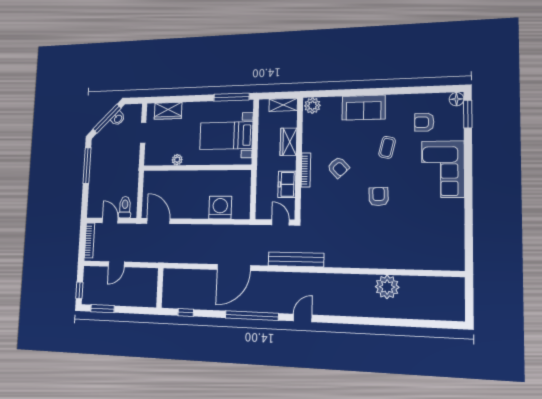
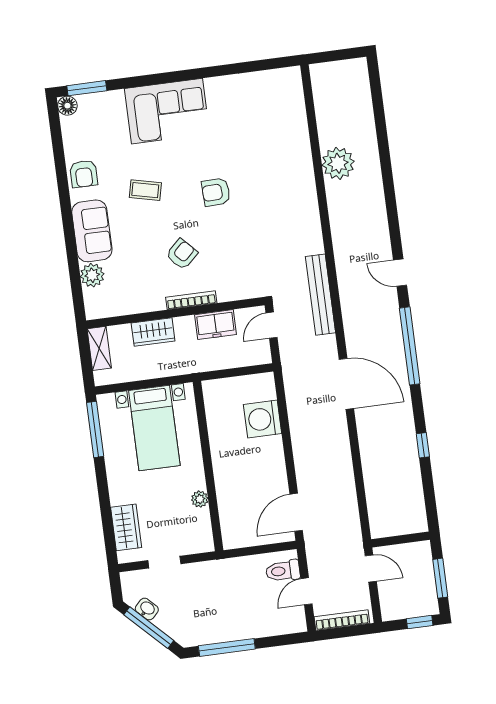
plant: (312, 106) -> (92, 275), moved
armchair: (424, 122) -> (84, 174), moved
wall: (160, 288) -> (401, 539), moved

